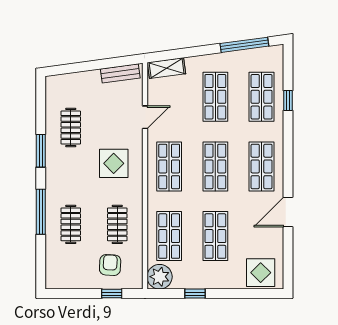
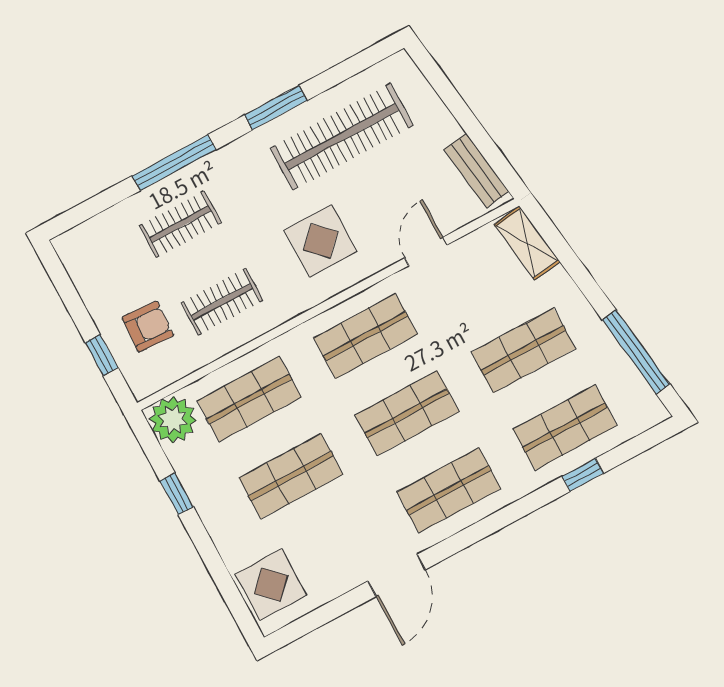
door: (145, 117) -> (426, 251), swing flipped
clothes rail: (71, 128) -> (342, 137), width x1.86, depth x1.31
door: (288, 212) -> (397, 575), swing flipped

